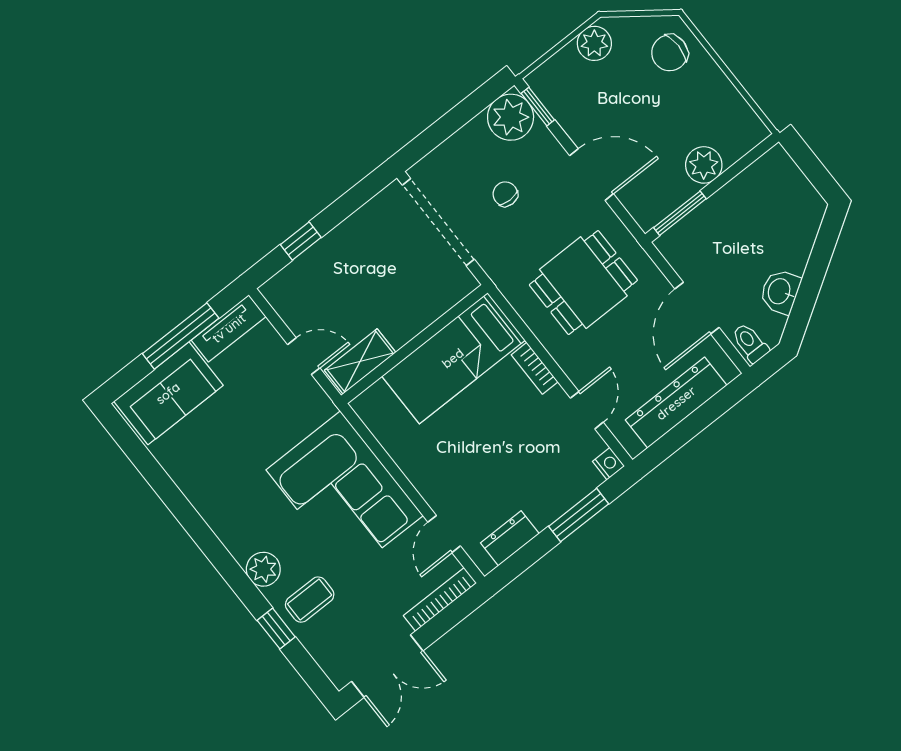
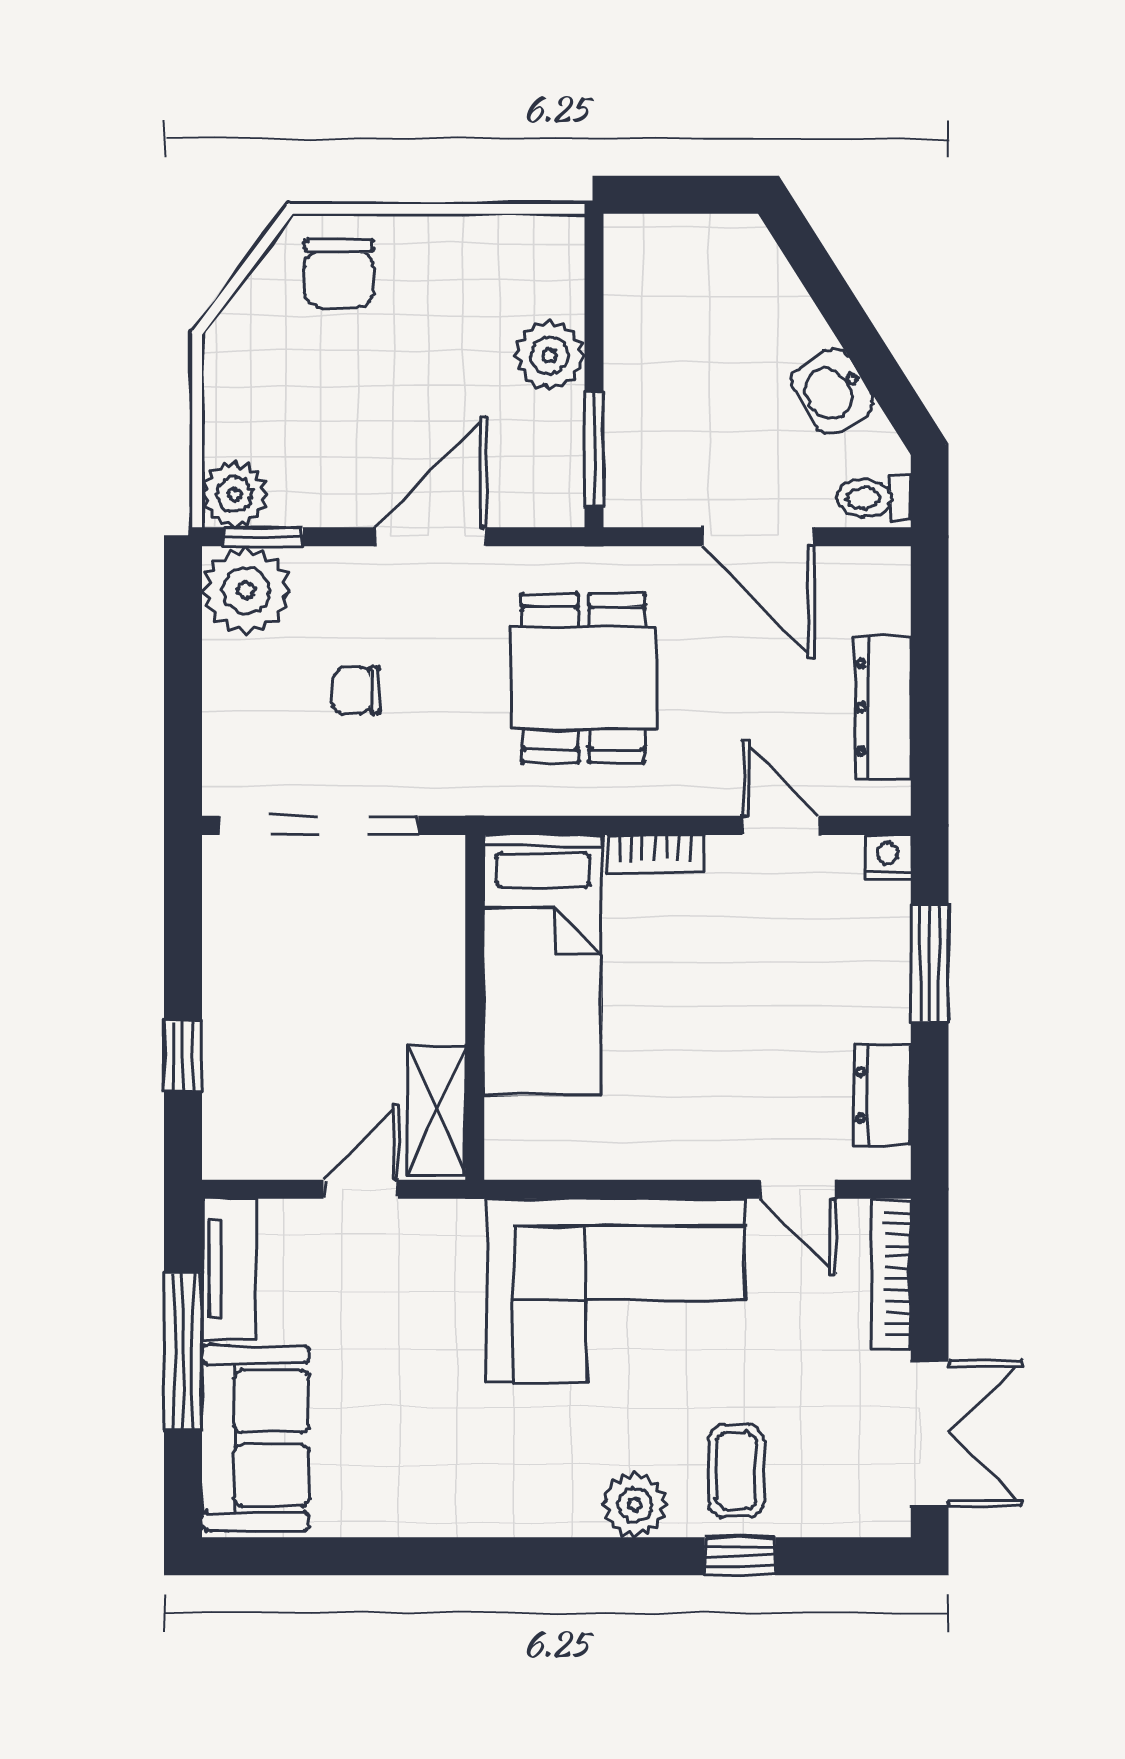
plant: (594, 43) -> (235, 494), moved
dresser: (676, 403) -> (883, 707), width x0.73, depth x0.80

